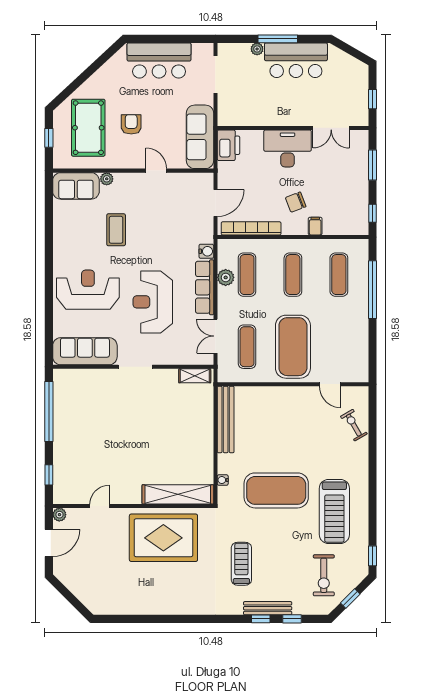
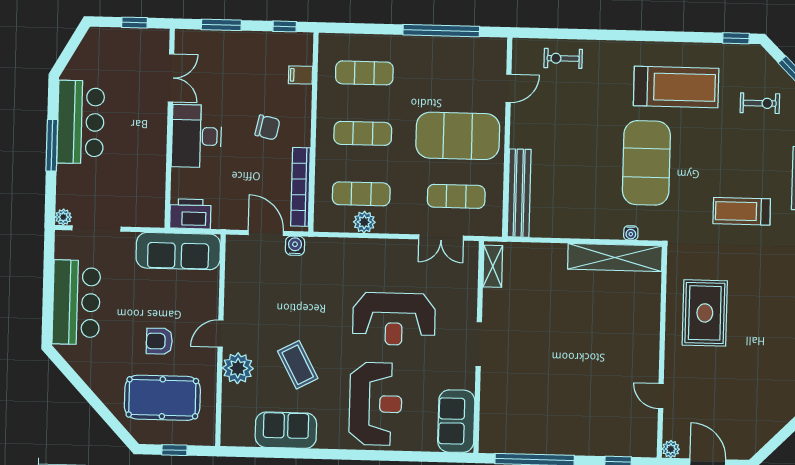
plant: (257, 49) -> (63, 217), moved
door: (156, 171) -> (221, 334), moved
plant: (107, 179) -> (238, 368), width x1.87, depth x1.87
sofa: (76, 186) -> (286, 430), moved, turned -90
chair: (296, 202) -> (267, 127), turned -57
filing cabinet: (315, 226) -> (301, 75), moved
coffee table: (116, 230) -> (298, 365), turned 62
water cooler: (206, 251) -> (295, 246), moved
row of seats: (205, 287) -> (376, 250), removed
reception desk: (88, 290) -> (376, 404), turned 180
window: (373, 290) -> (441, 31), moved
sofa: (85, 351) -> (456, 421), width x0.73
bench: (226, 420) -> (519, 193), moved, turned 90
exercise bike: (354, 425) -> (563, 58), turned 30
shelving: (178, 494) -> (615, 257), moved, turned 90
rug: (163, 538) -> (705, 313), width x0.73, depth x0.69
exercise bike: (324, 575) -> (760, 103), width x0.73, depth x0.72

